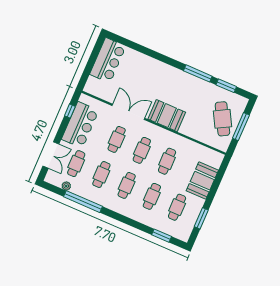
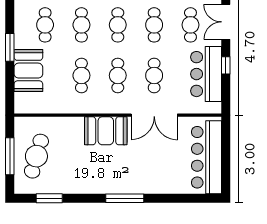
bar counter: (108, 60) -> (206, 157), width x1.36
window: (198, 73) -> (125, 198), moved
window: (70, 111) -> (226, 65), moved
cafe table: (222, 119) -> (36, 156), turned 45
window: (201, 218) -> (10, 47), moved

